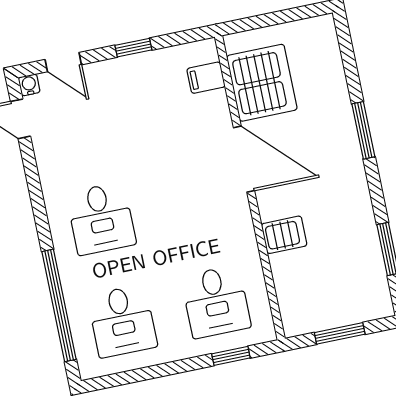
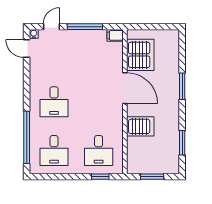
window: (133, 48) -> (85, 27), width x2.17
door: (63, 62) -> (52, 27), swing flipped
filing cabinet: (206, 78) -> (115, 35), moved
server rack: (284, 235) -> (140, 126), width x1.36, depth x1.44

